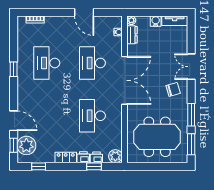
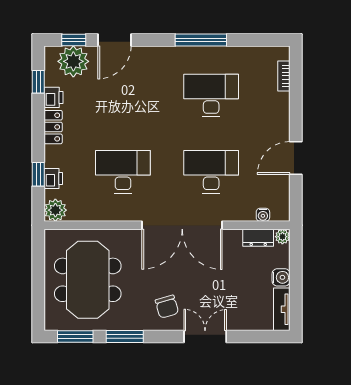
window: (14, 69) -> (201, 40), width x2.17
printer: (83, 157) -> (53, 97), moved

